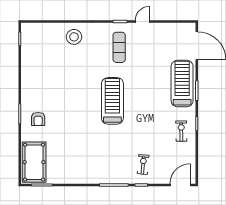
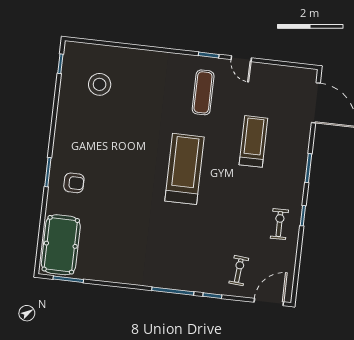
door: (143, 21) -> (241, 59), swing flipped
stool: (74, 37) -> (100, 84), moved
treadmill: (182, 84) -> (253, 141), moved, width x0.73, depth x0.73
armchair: (38, 119) -> (74, 183), turned -90
exercise bike: (143, 164) -> (239, 271), moved

